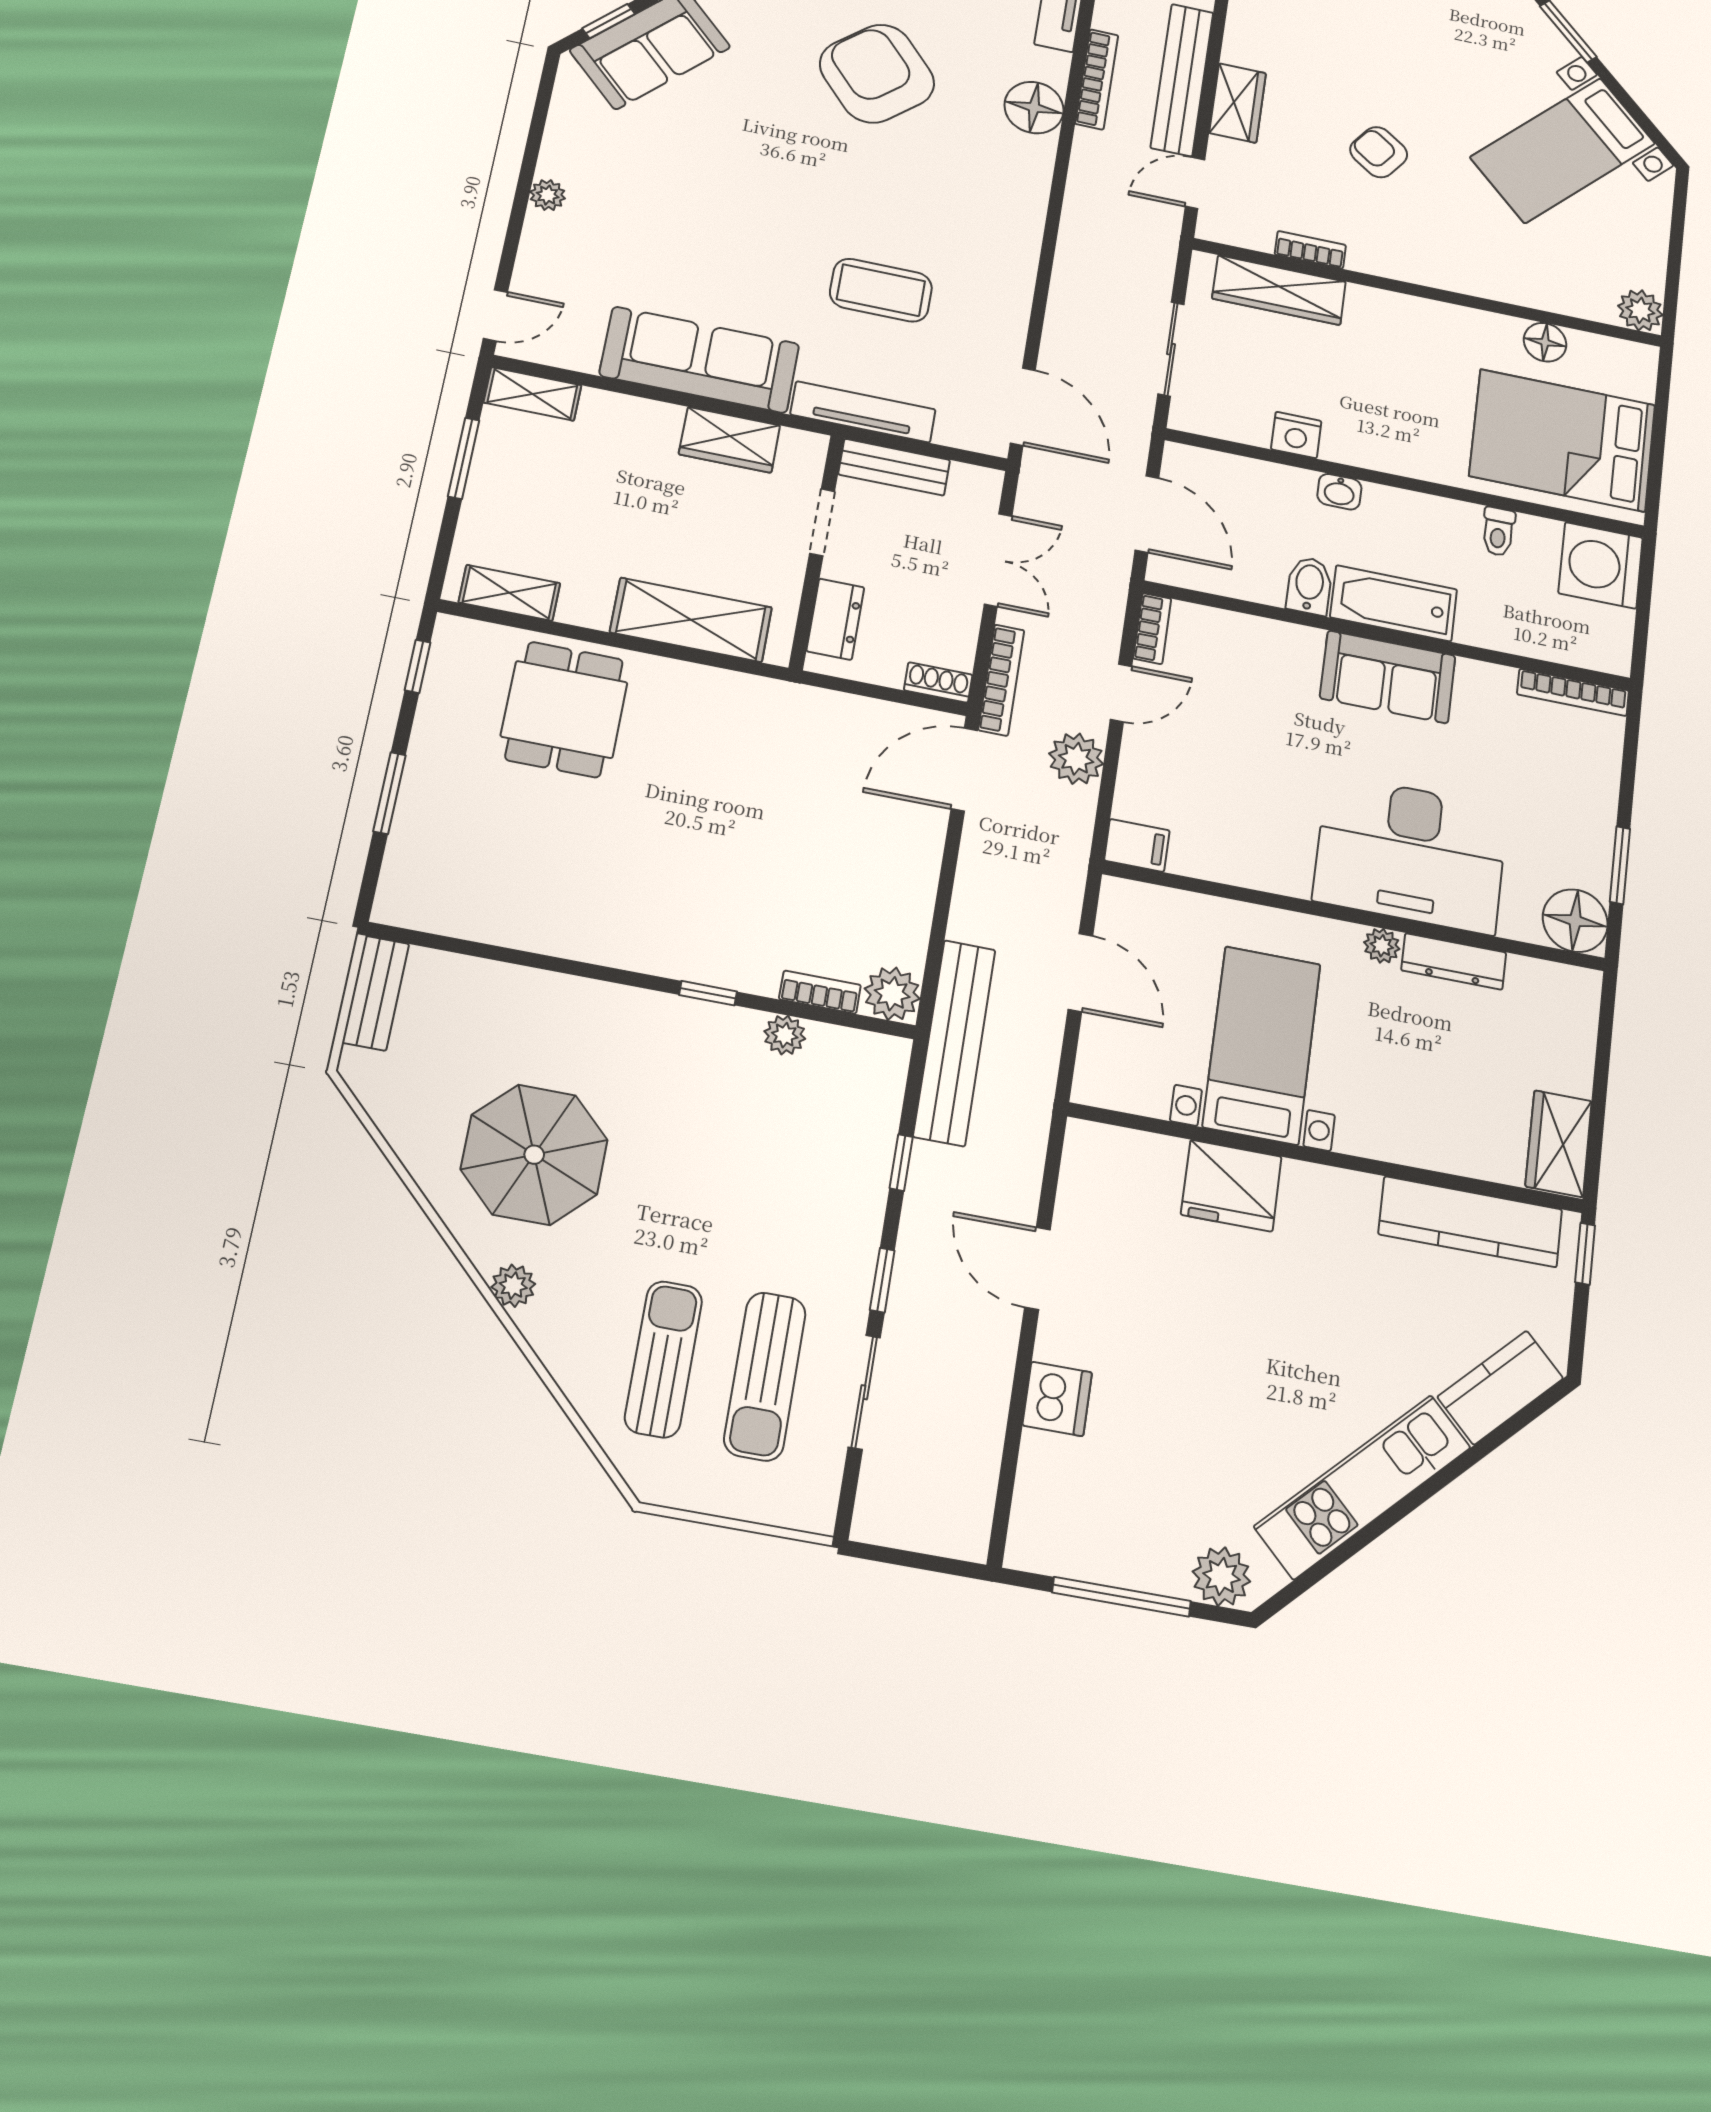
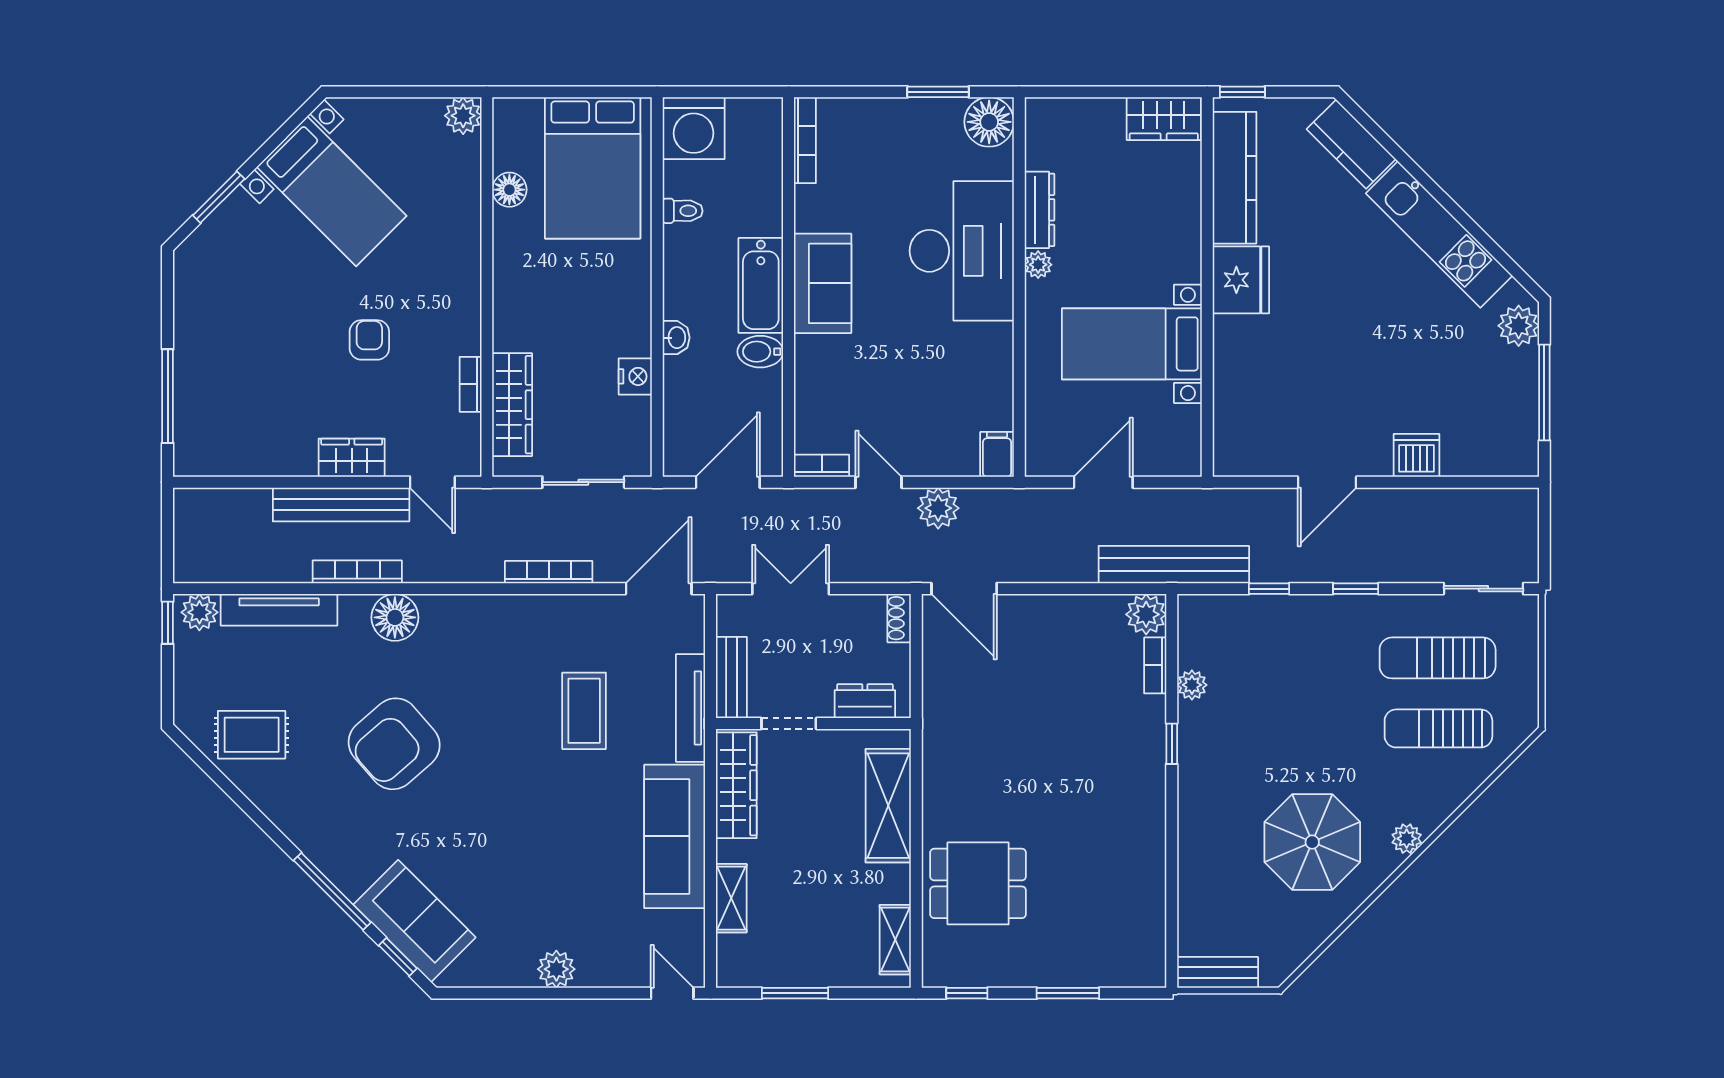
armchair: (1379, 152) -> (369, 340), turned 144
plant: (548, 195) -> (556, 969), width x1.38, depth x1.38
shelving: (532, 394) -> (731, 898), moved
wardrobe: (729, 440) -> (736, 785), width x1.50
bookcase: (1001, 680) -> (549, 572), moved
fridge: (1231, 1186) -> (1241, 280), moved
sun lounger: (765, 1376) -> (1438, 658), turned 180
sliding door: (864, 1392) -> (1483, 589), moved

